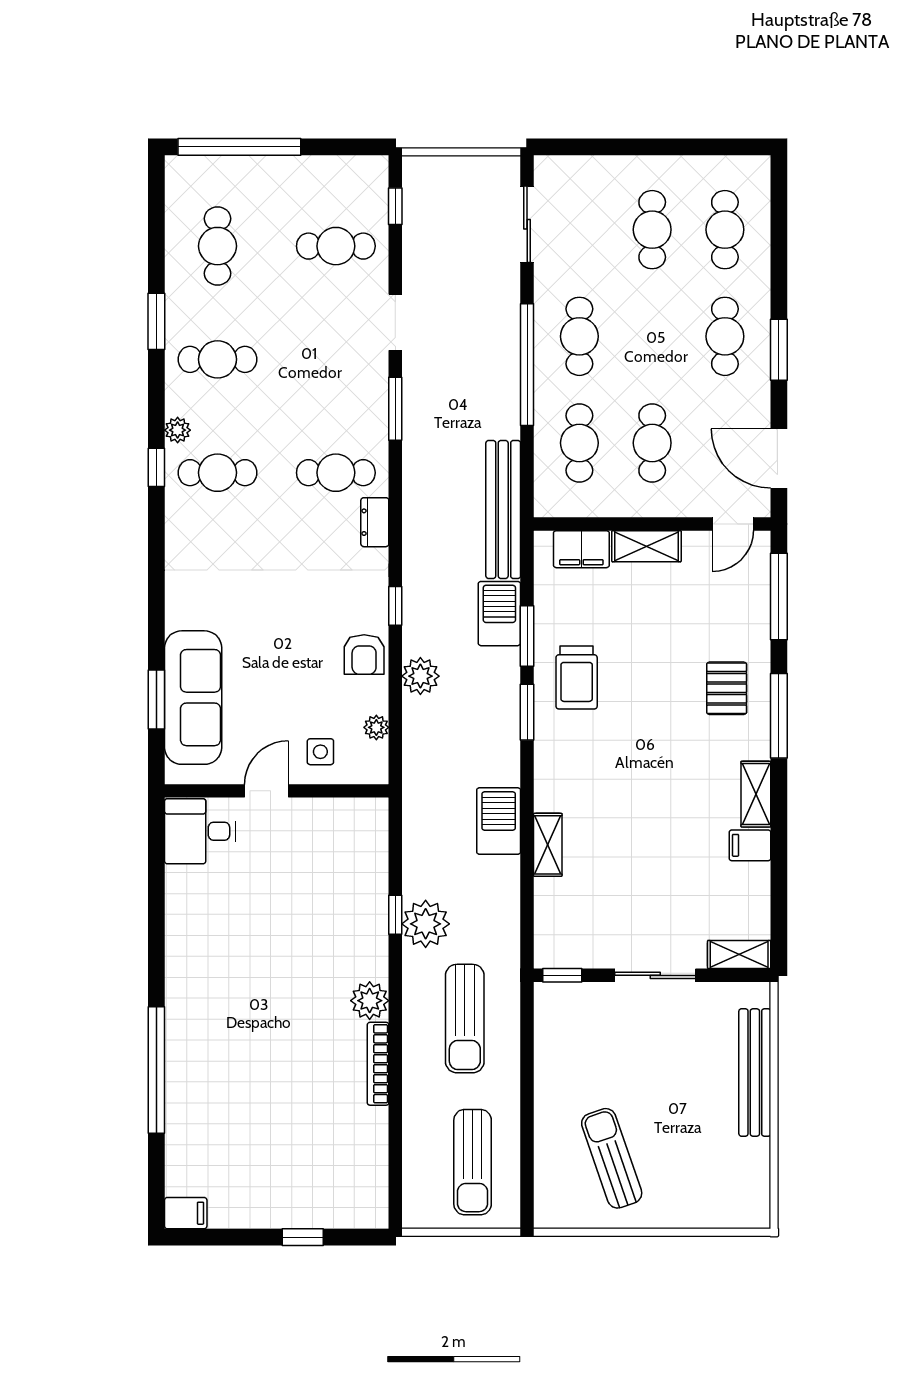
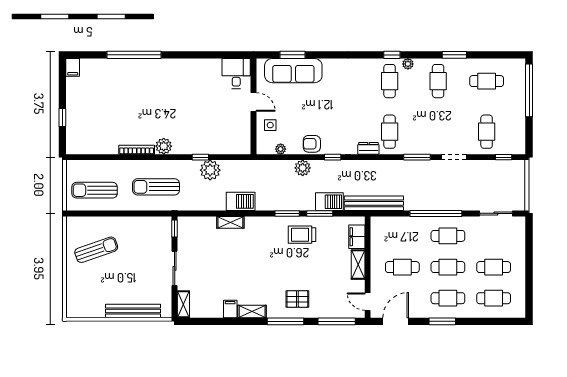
cafe table: (579, 443) -> (448, 267), moved
plant: (426, 924) -> (210, 170), moved

